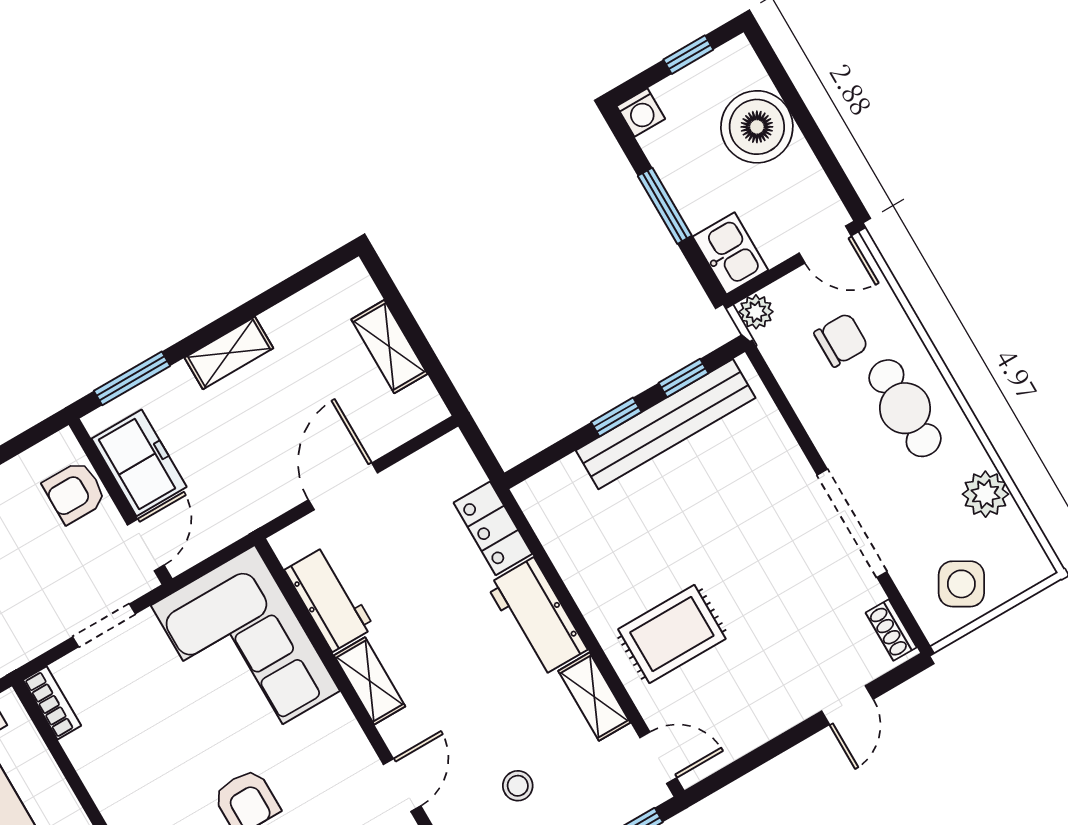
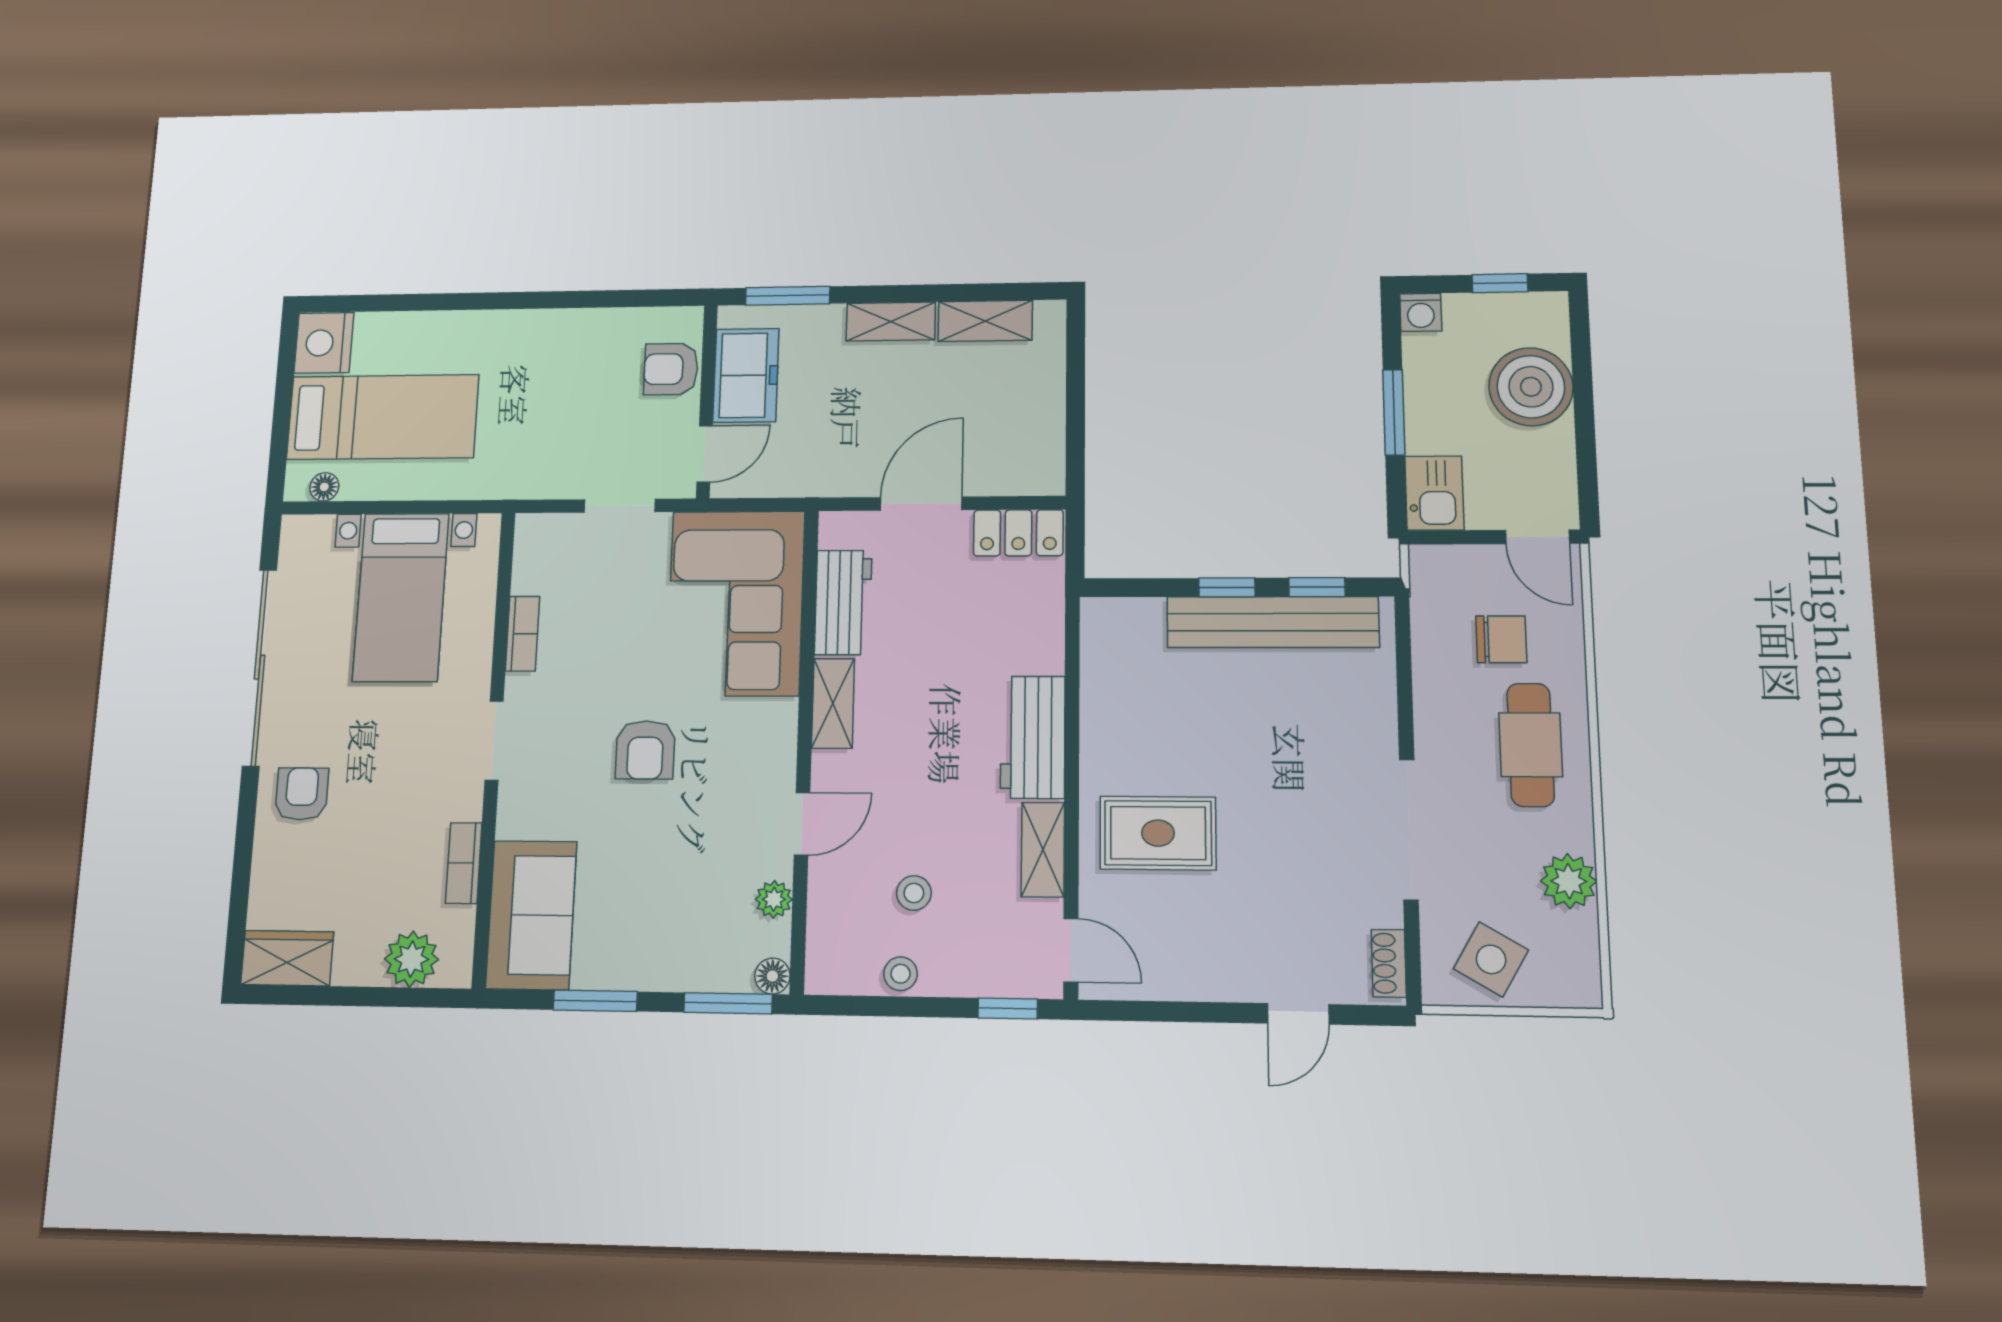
plant: (756, 312) -> (1428, 564), removed
shelving: (389, 347) -> (985, 321), moved, turned 90
locker: (493, 528) -> (1018, 533), moved, turned -90
bookcase: (52, 703) -> (522, 634), moved

